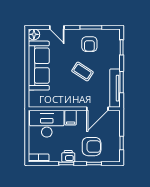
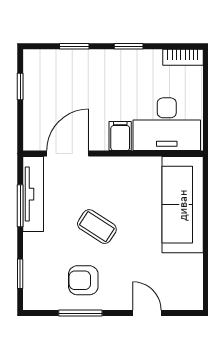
floor lamp: (34, 34) -> (192, 299), removed
armchair: (89, 44) -> (83, 280), turned -90
sofa: (39, 66) -> (183, 205), moved
armchair: (92, 147) -> (79, 80), removed
printer: (68, 156) -> (125, 61), removed

